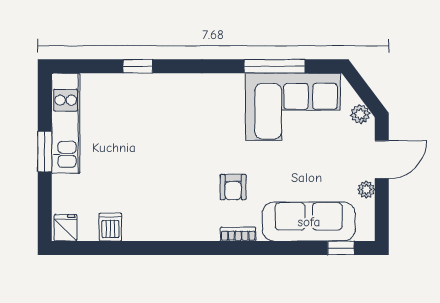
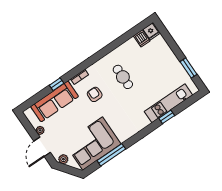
kitchen unit: (66, 123) -> (168, 103), moved, turned 90
window: (45, 151) -> (189, 68), moved
cafe table: (165, 184) -> (123, 77), added
dishwasher: (110, 227) -> (142, 38), moved
window: (341, 248) -> (57, 84), moved

